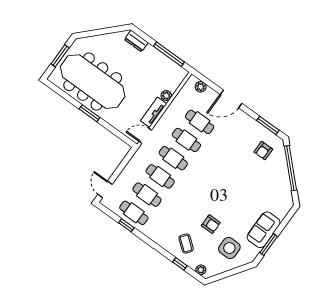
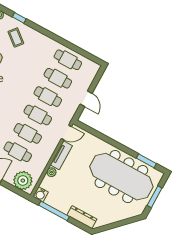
dresser: (136, 41) -> (82, 217), width x1.44
water cooler: (181, 74) -> (41, 194), added
plant: (201, 87) -> (23, 181), width x1.87, depth x1.87
window: (89, 113) -> (146, 161), moved
door: (105, 189) -> (86, 99), moved
window: (126, 225) -> (73, 47), removed

